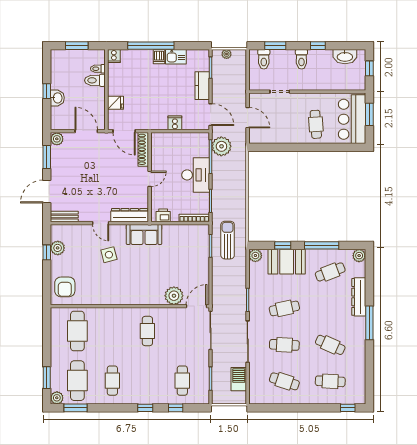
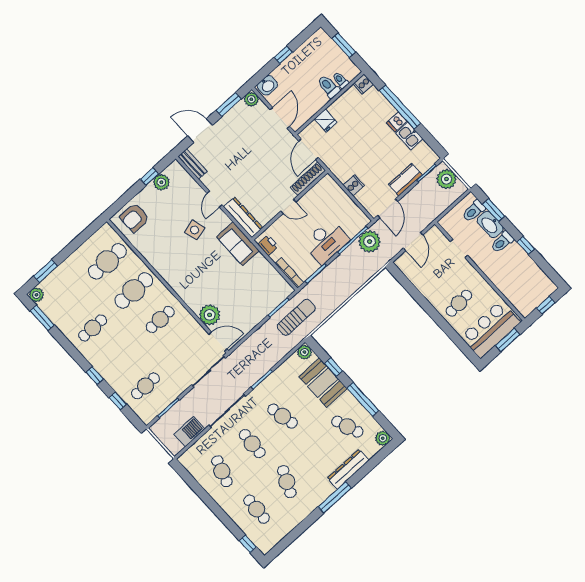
plant: (227, 54) -> (446, 179), width x1.87, depth x1.87
washbasin: (345, 57) -> (490, 224), moved
washbasin: (57, 98) -> (267, 85), moved
cafe table: (77, 381) -> (134, 290), moved

